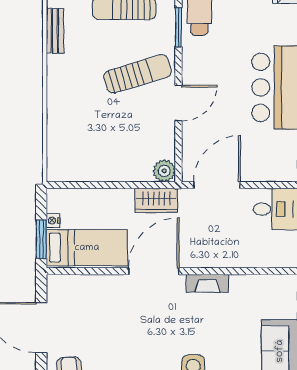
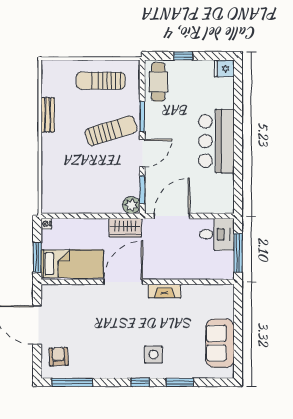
window: (178, 27) -> (142, 117), moved
bench: (55, 31) -> (48, 115), moved
window: (178, 151) -> (142, 190), added
nightstand: (53, 221) -> (46, 224), moved

